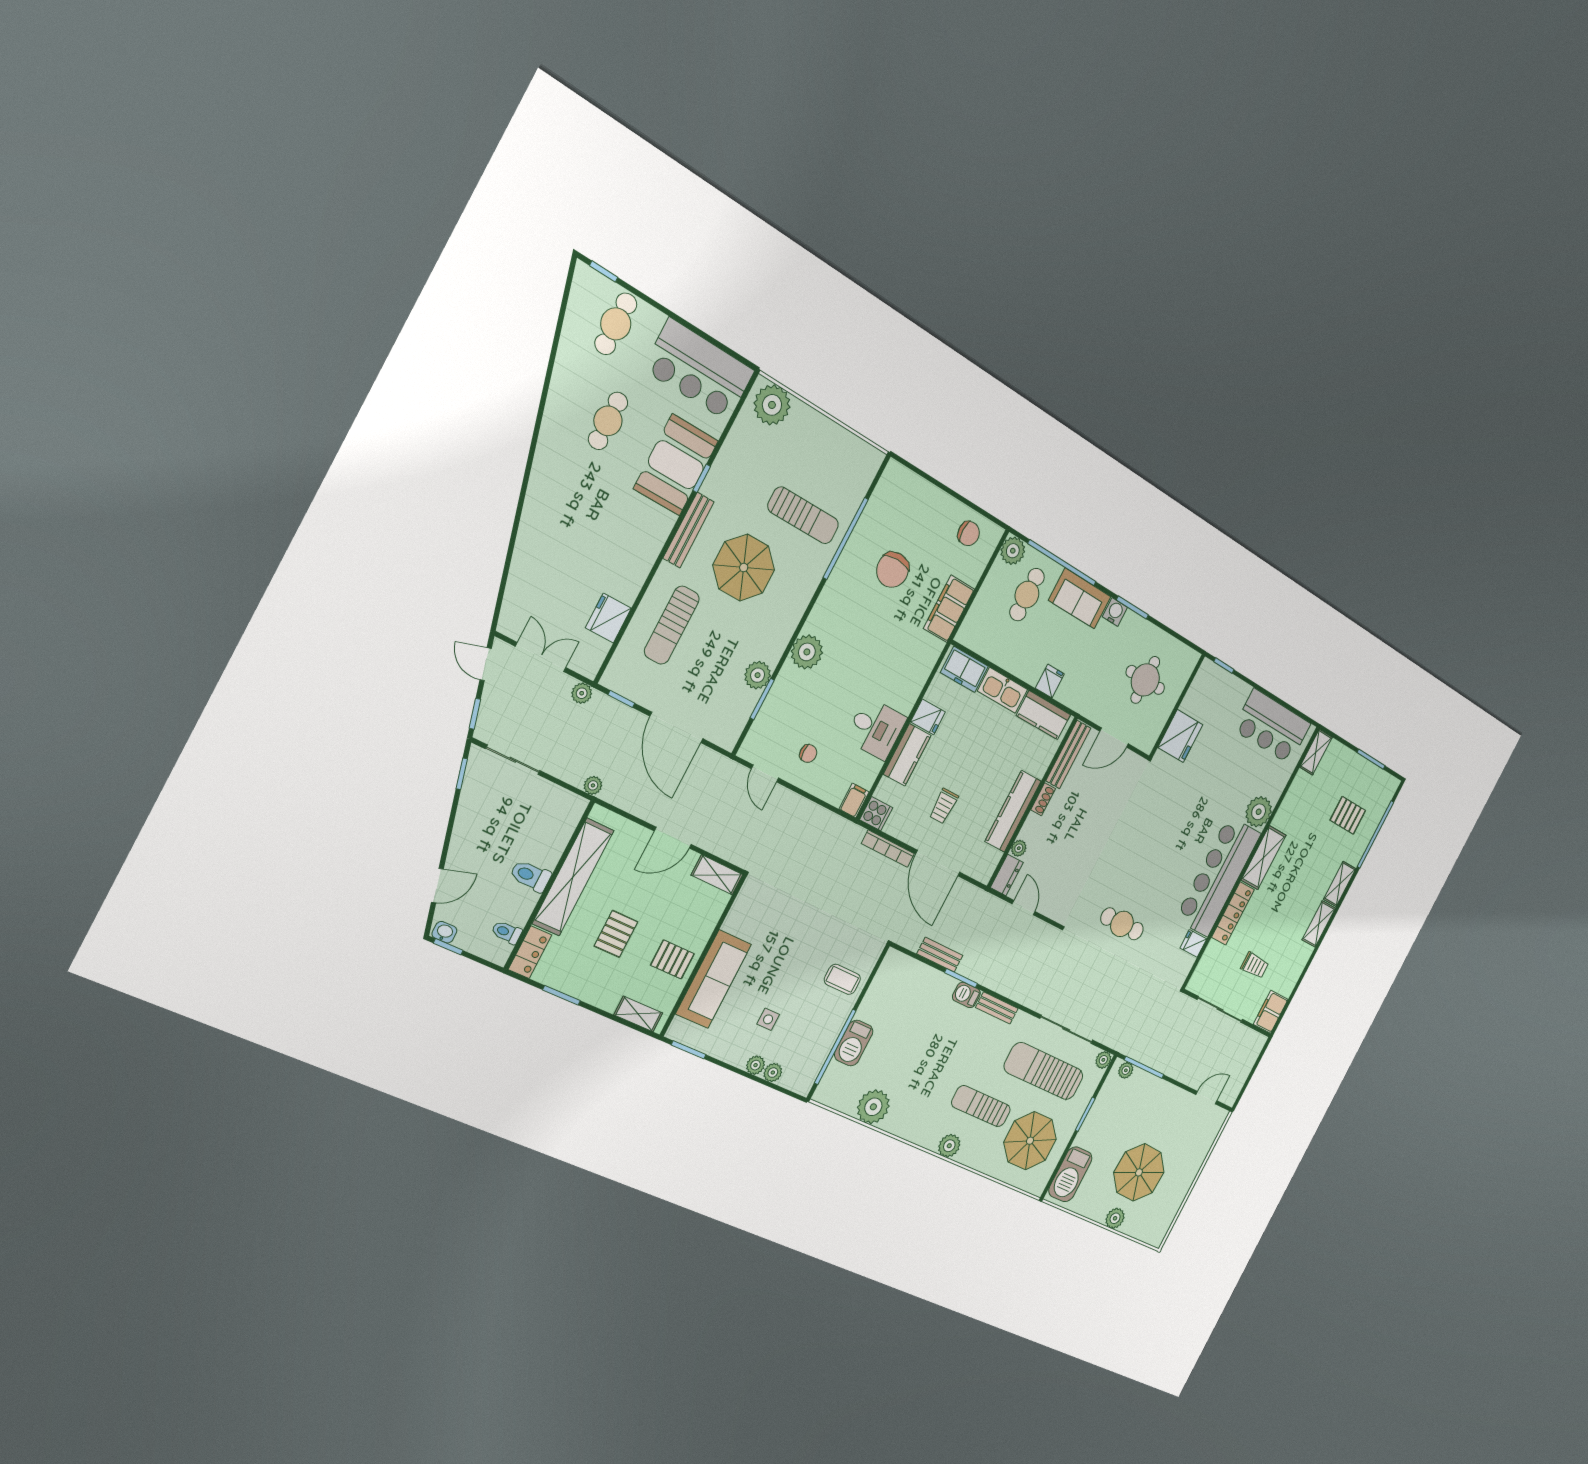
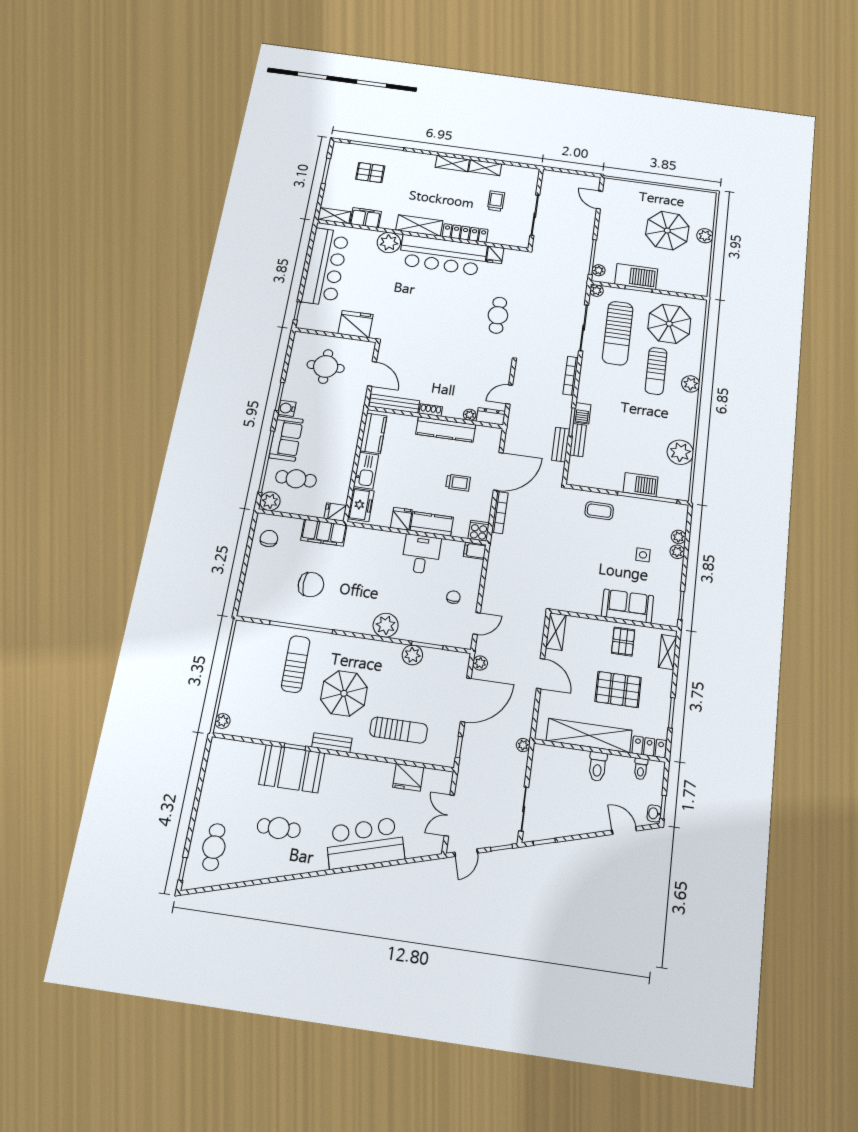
cafe table: (616, 324) -> (214, 847), turned 90
bar counter: (699, 370) -> (365, 843), moved, turned -106
plant: (772, 405) -> (222, 721), width x0.53, depth x0.53
bench: (689, 530) -> (332, 743), width x0.73
fridge: (1050, 681) -> (335, 512), moved
plant: (582, 693) -> (480, 663), moved
bar counter: (1272, 727) -> (325, 267), width x1.36
pallet: (1348, 815) -> (370, 173), turned 90
shelving: (1340, 884) -> (485, 168), moved
pallet: (616, 934) -> (618, 689), width x1.50, depth x1.42
sofa: (713, 979) -> (628, 606), width x0.73
coffee table: (842, 979) -> (599, 511), turned 90
bookcase: (1016, 994) -> (571, 376), added
bench: (997, 1008) -> (578, 440), moved
filing cabinet: (1271, 1012) -> (366, 218), moved, turned 180
barbecue: (1070, 1174) -> (636, 277), moved

